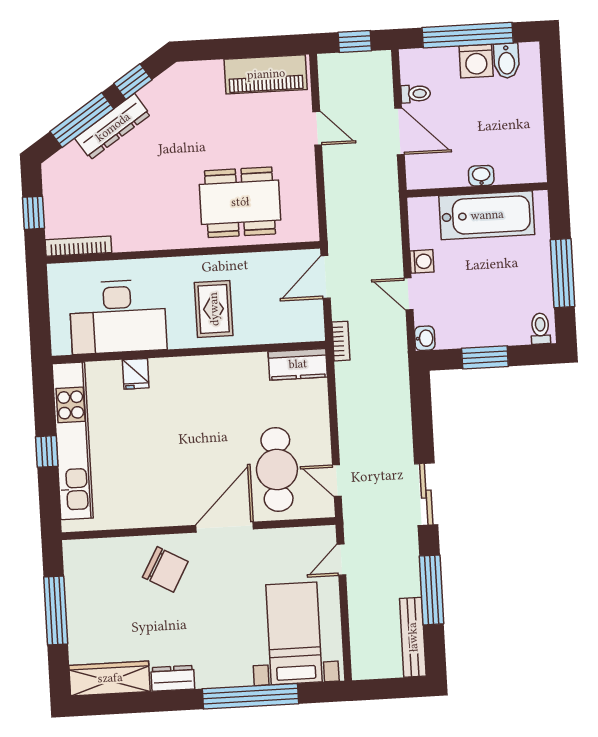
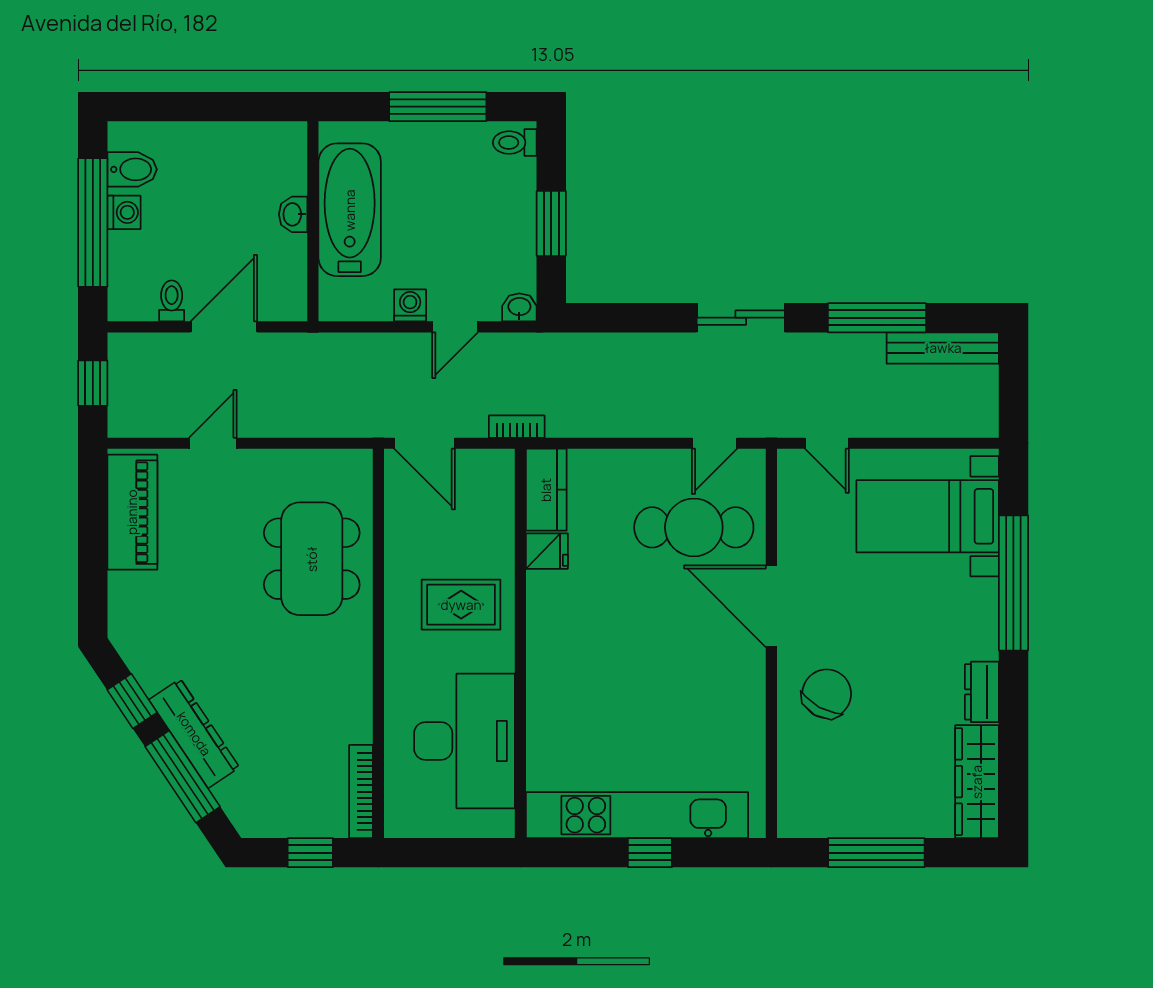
washing machine: (476, 61) -> (124, 212), width x0.73, depth x0.73
fridge: (136, 374) -> (547, 551), moved

